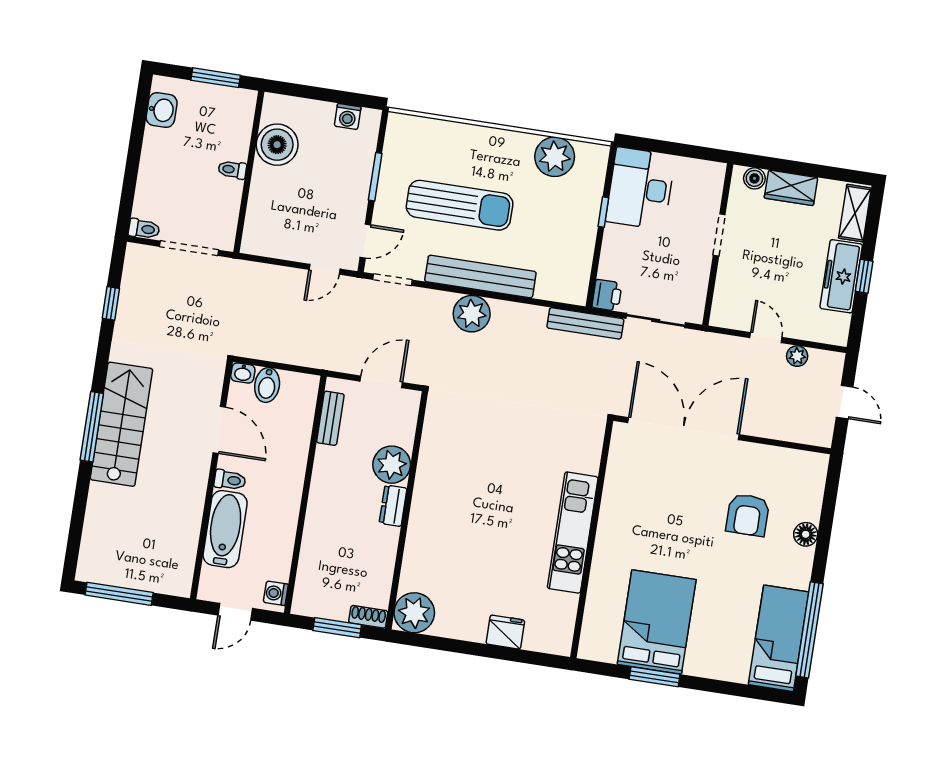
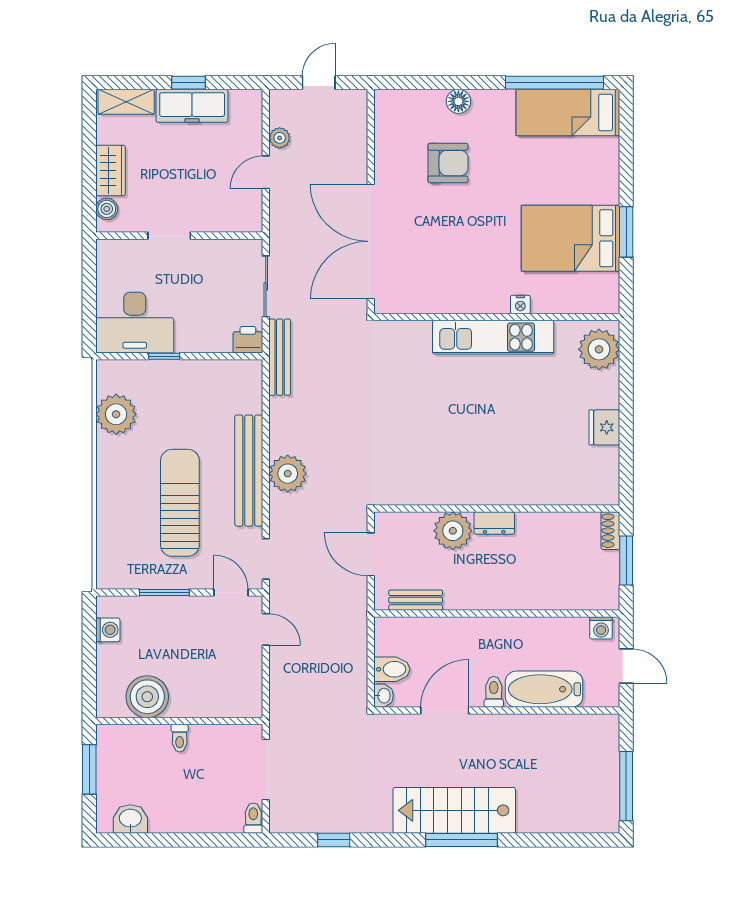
nightstand: (600, 564) -> (520, 305), added
plant: (414, 613) -> (599, 349), moved
fridge: (505, 632) -> (604, 427), moved

